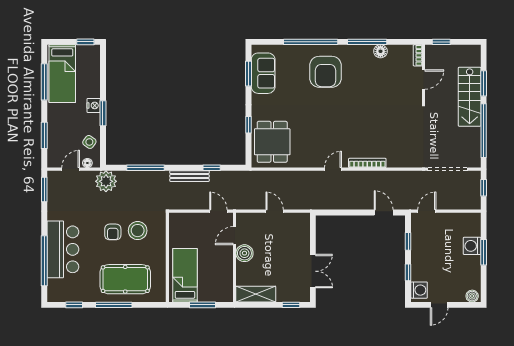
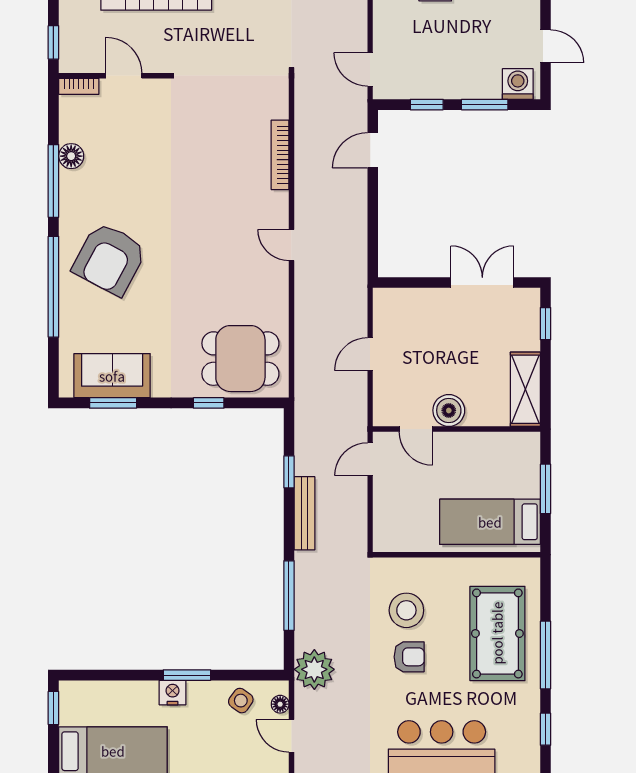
armchair: (326, 72) -> (110, 259), turned 118
bookcase: (367, 163) -> (280, 155), moved
window: (408, 272) -> (485, 105), width x1.50

